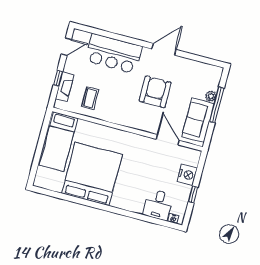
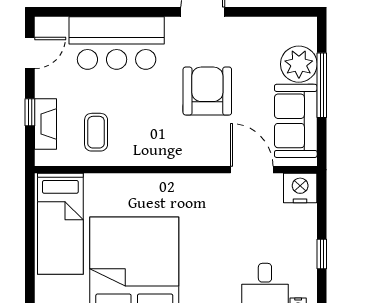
plant: (211, 96) -> (299, 64), width x1.87, depth x1.87
nightstand: (187, 175) -> (300, 188), moved, turned -90

